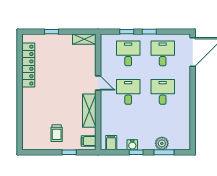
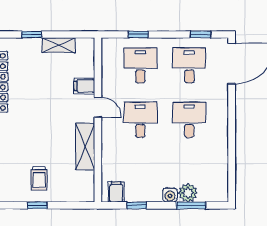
window: (149, 32) -> (200, 35), moved
shelving: (84, 39) -> (59, 45), moved
filing cabinet: (89, 141) -> (84, 86), moved
water cooler: (132, 145) -> (170, 195), moved
window: (69, 152) -> (37, 205), moved
window: (136, 152) -> (137, 205), moved

